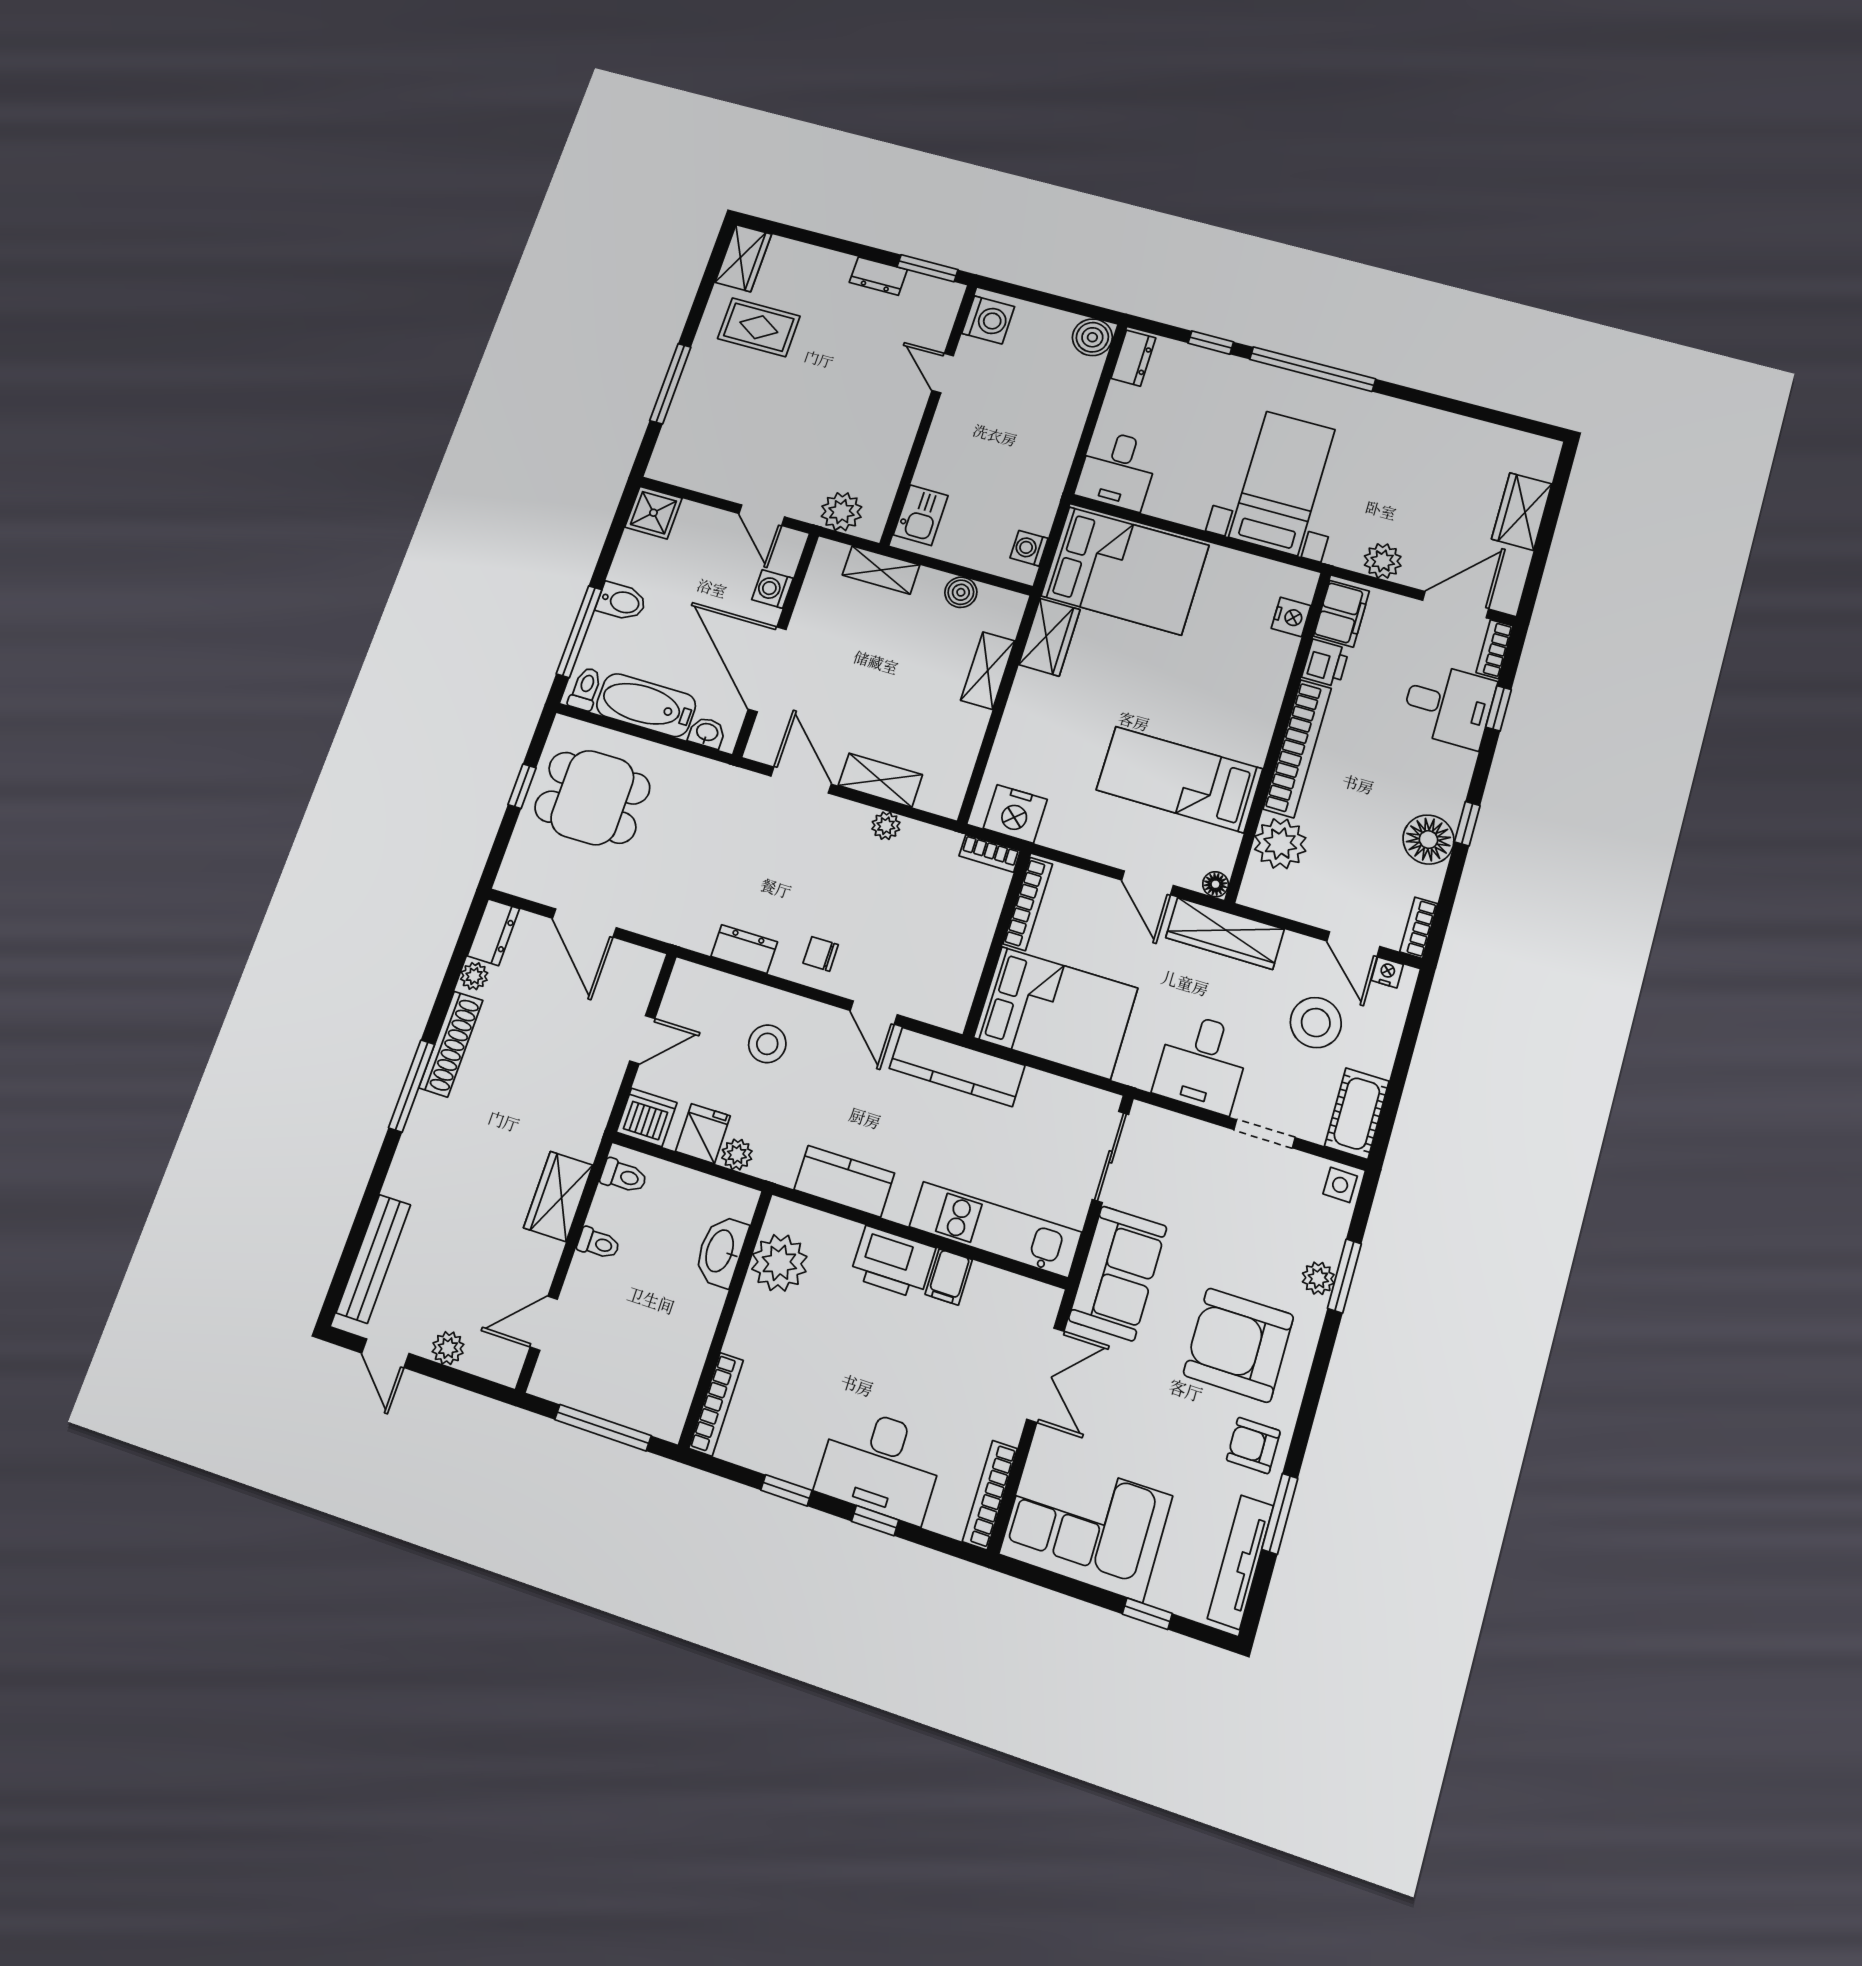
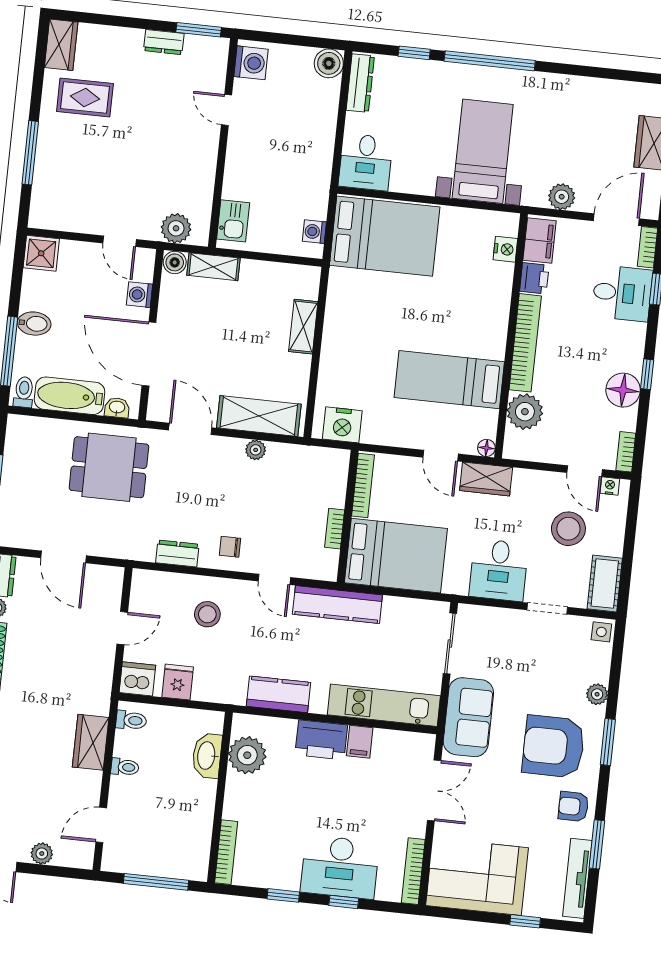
dresser: (1133, 358) -> (360, 83), width x1.44
boiler: (961, 592) -> (175, 262), moved
wardrobe: (1049, 637) -> (341, 294), removed
shelving: (880, 780) -> (259, 416), width x1.50, depth x1.33
dining table: (592, 798) -> (109, 467), moved
bookcase: (990, 853) -> (335, 529), moved, turned 90
wardrobe: (1225, 933) -> (486, 479), width x0.67
plant: (737, 1154) -> (204, 691), removed
window: (1344, 1276) -> (608, 742), moved

